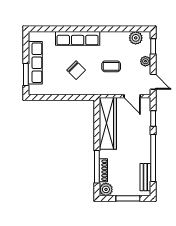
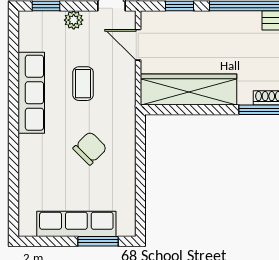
row of seats: (78, 38) -> (31, 93), moved
plant: (136, 38) -> (30, 38), removed
door: (132, 96) -> (138, 45), swing flipped

